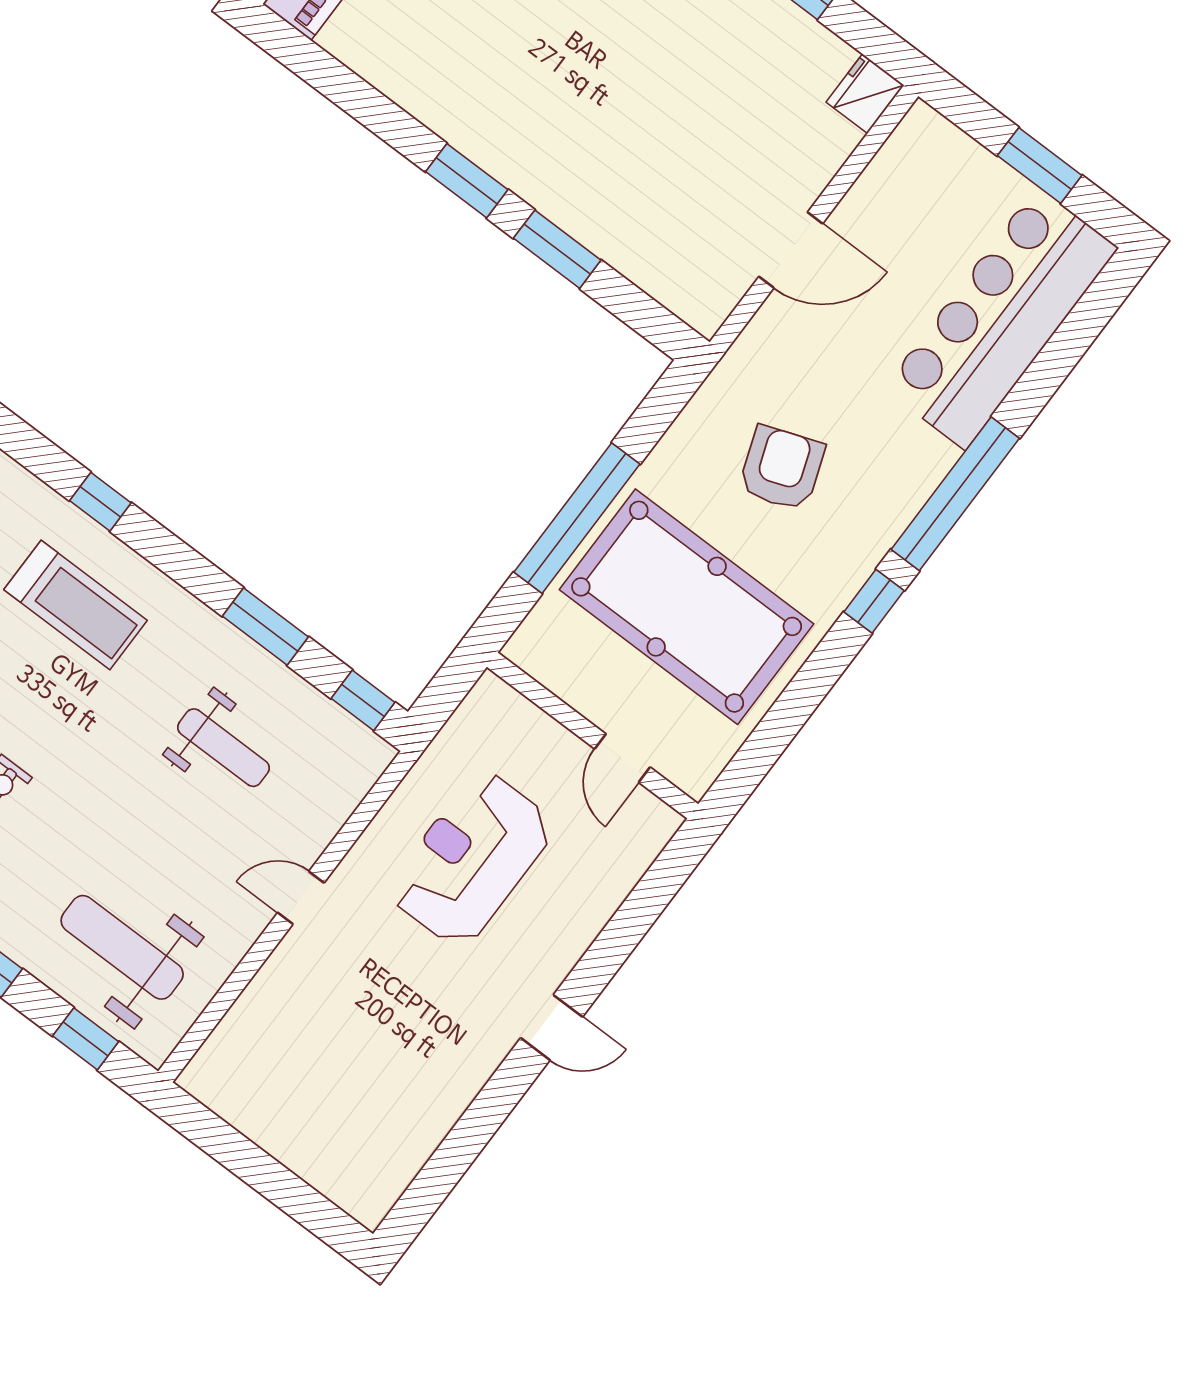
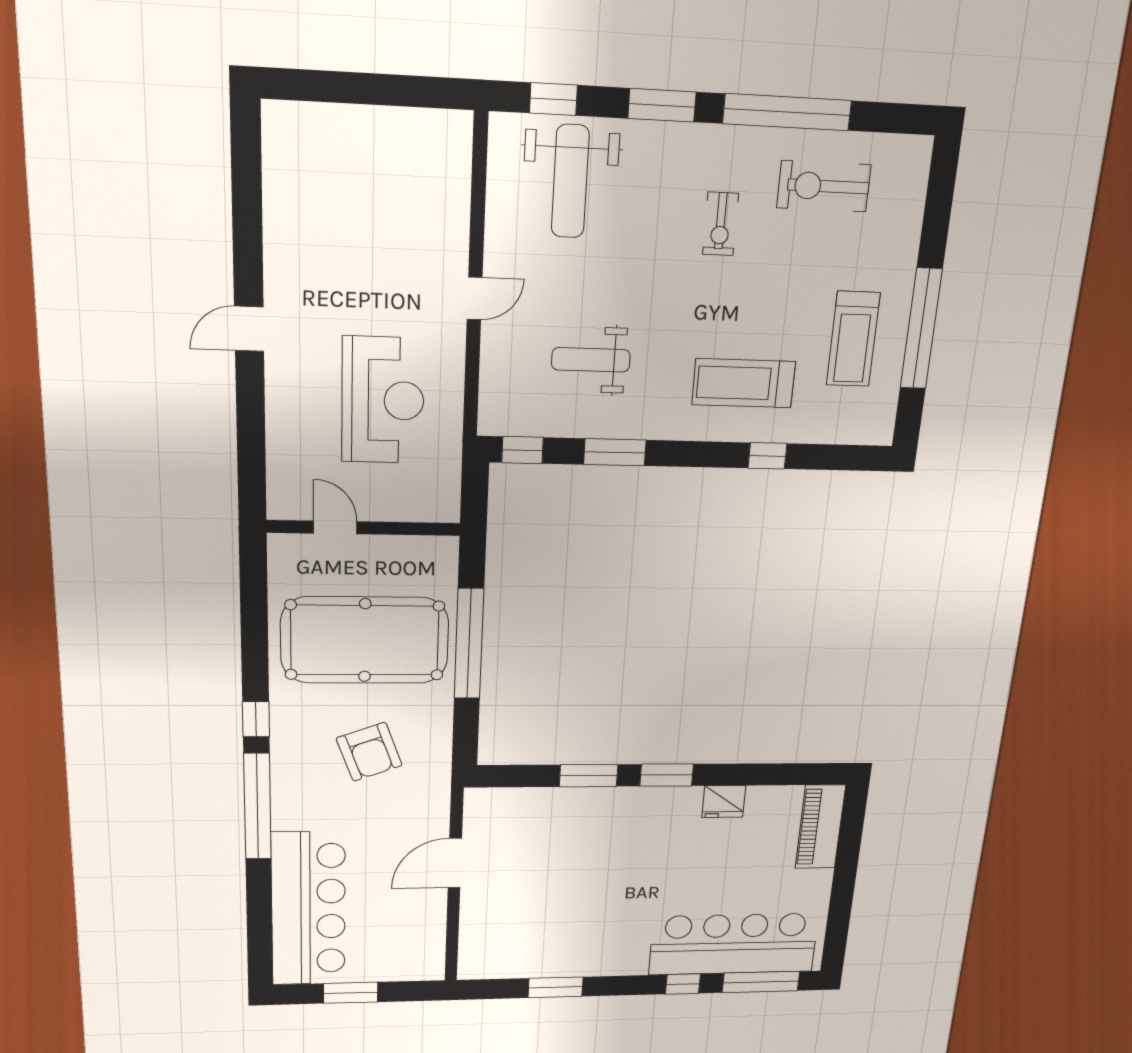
fridge: (865, 94) -> (724, 802), moved, turned 90
weight bench: (122, 947) -> (570, 181), turned 90

